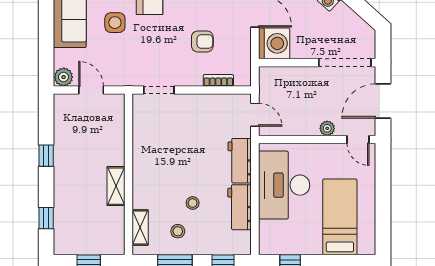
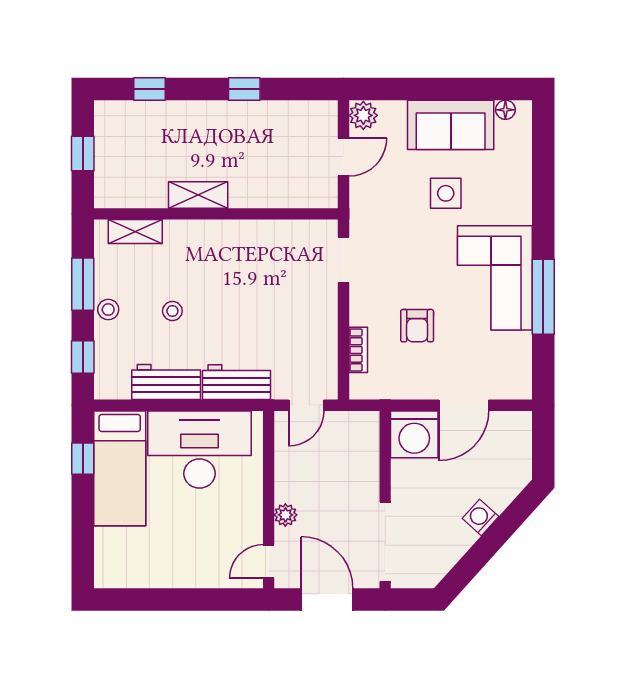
bed: (340, 217) -> (120, 468), moved, turned 90
stool: (178, 231) -> (108, 309), moved

